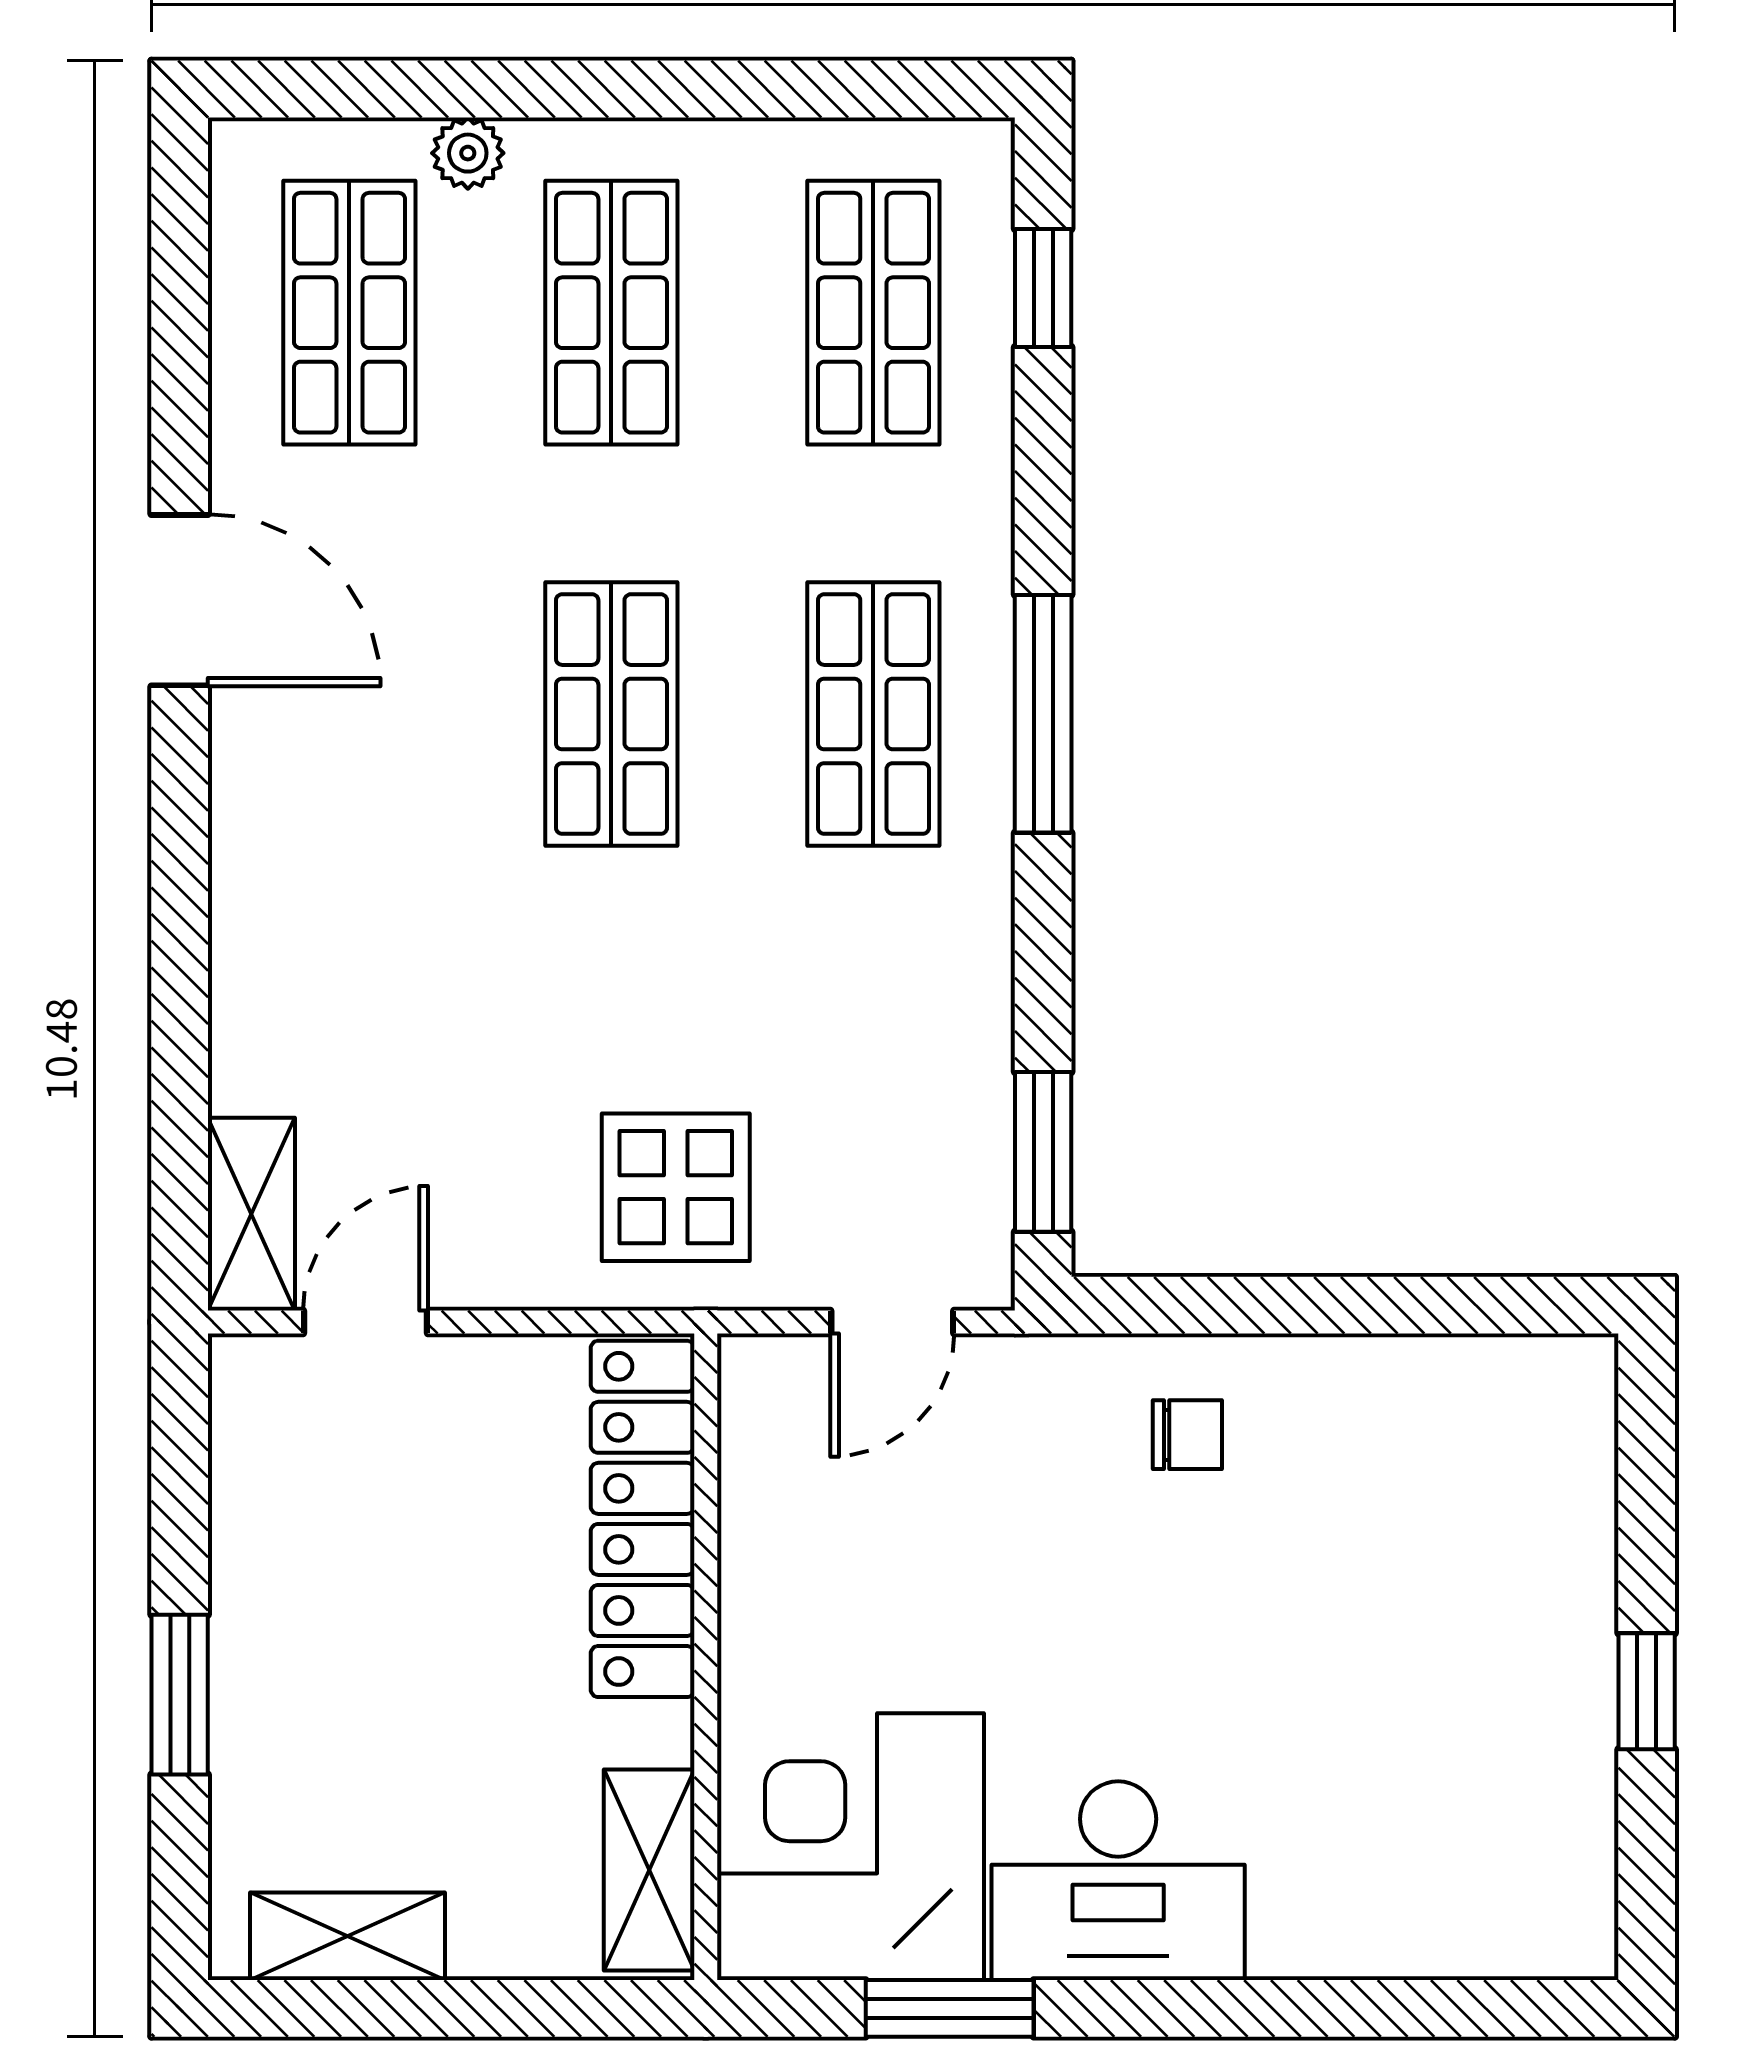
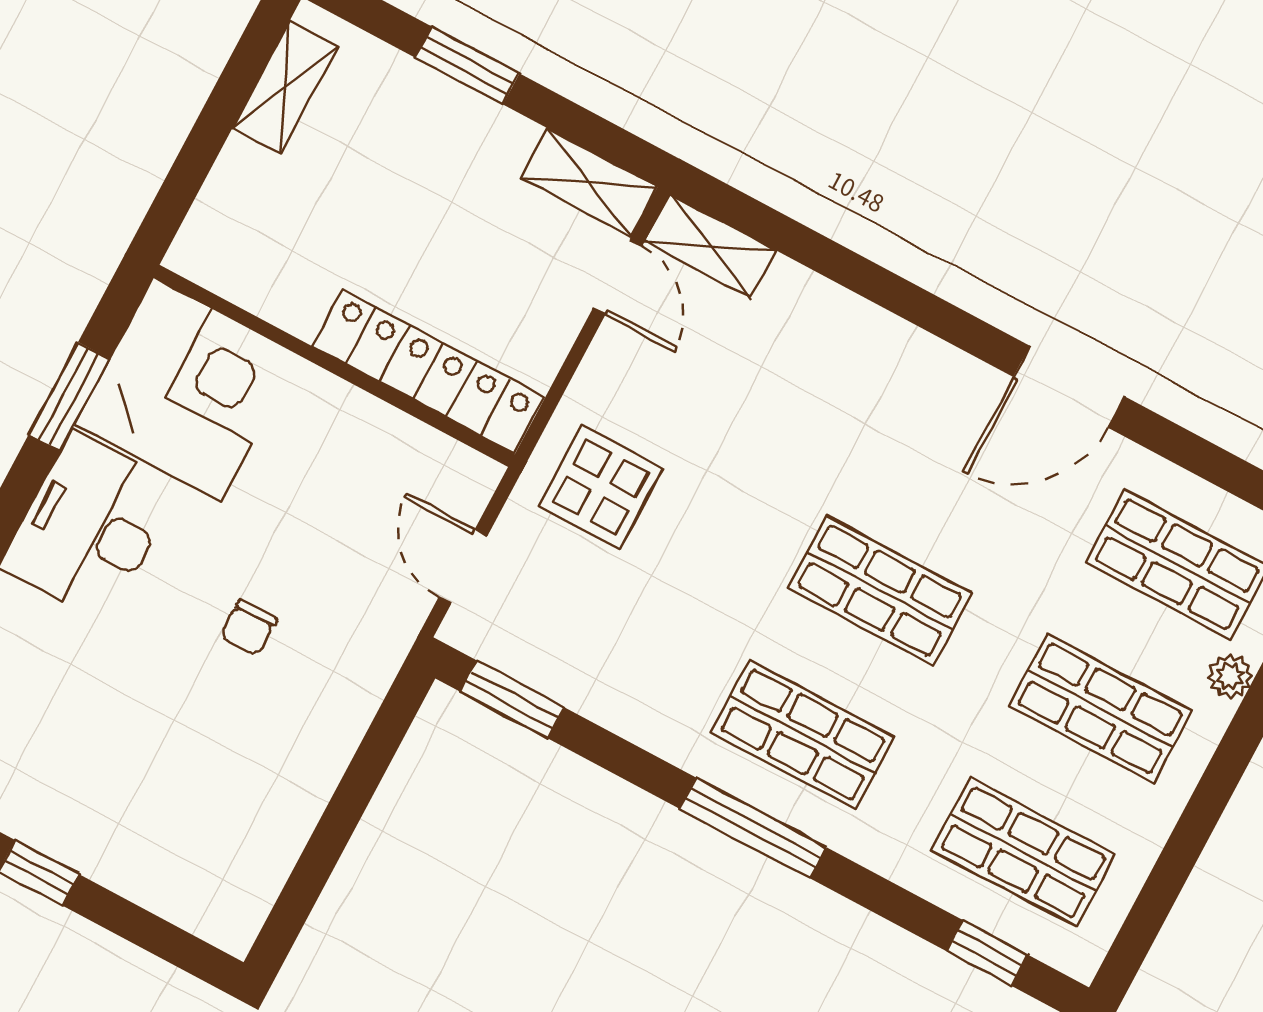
chair: (1187, 1435) -> (249, 628), moved
shelving: (649, 1870) -> (589, 182), moved

